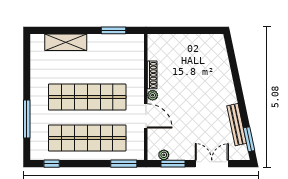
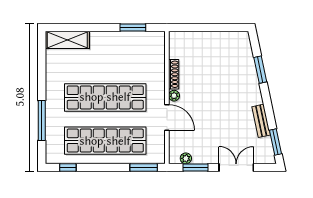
shelving: (66, 42) -> (67, 40), moved
window: (235, 71) -> (260, 70), added
bench: (237, 125) -> (261, 121), width x0.73

